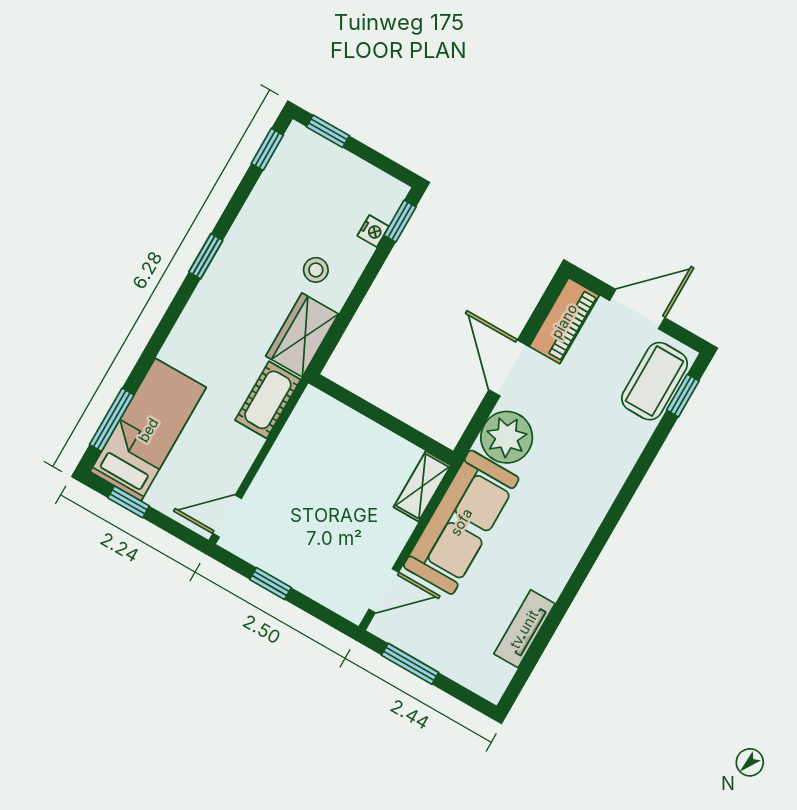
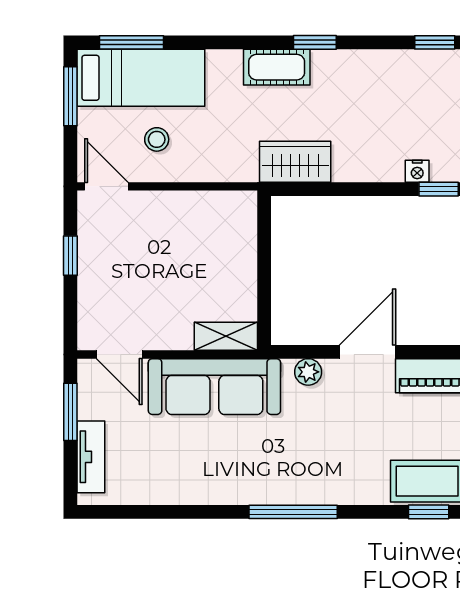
stool: (316, 270) -> (157, 139), moved
cot: (268, 400) -> (277, 67), moved
plant: (507, 437) -> (308, 372), width x0.53, depth x0.53
window: (128, 502) -> (70, 96), width x1.50
window: (613, 516) -> (293, 512), added
tv unit: (524, 629) -> (91, 457), moved, turned 90

